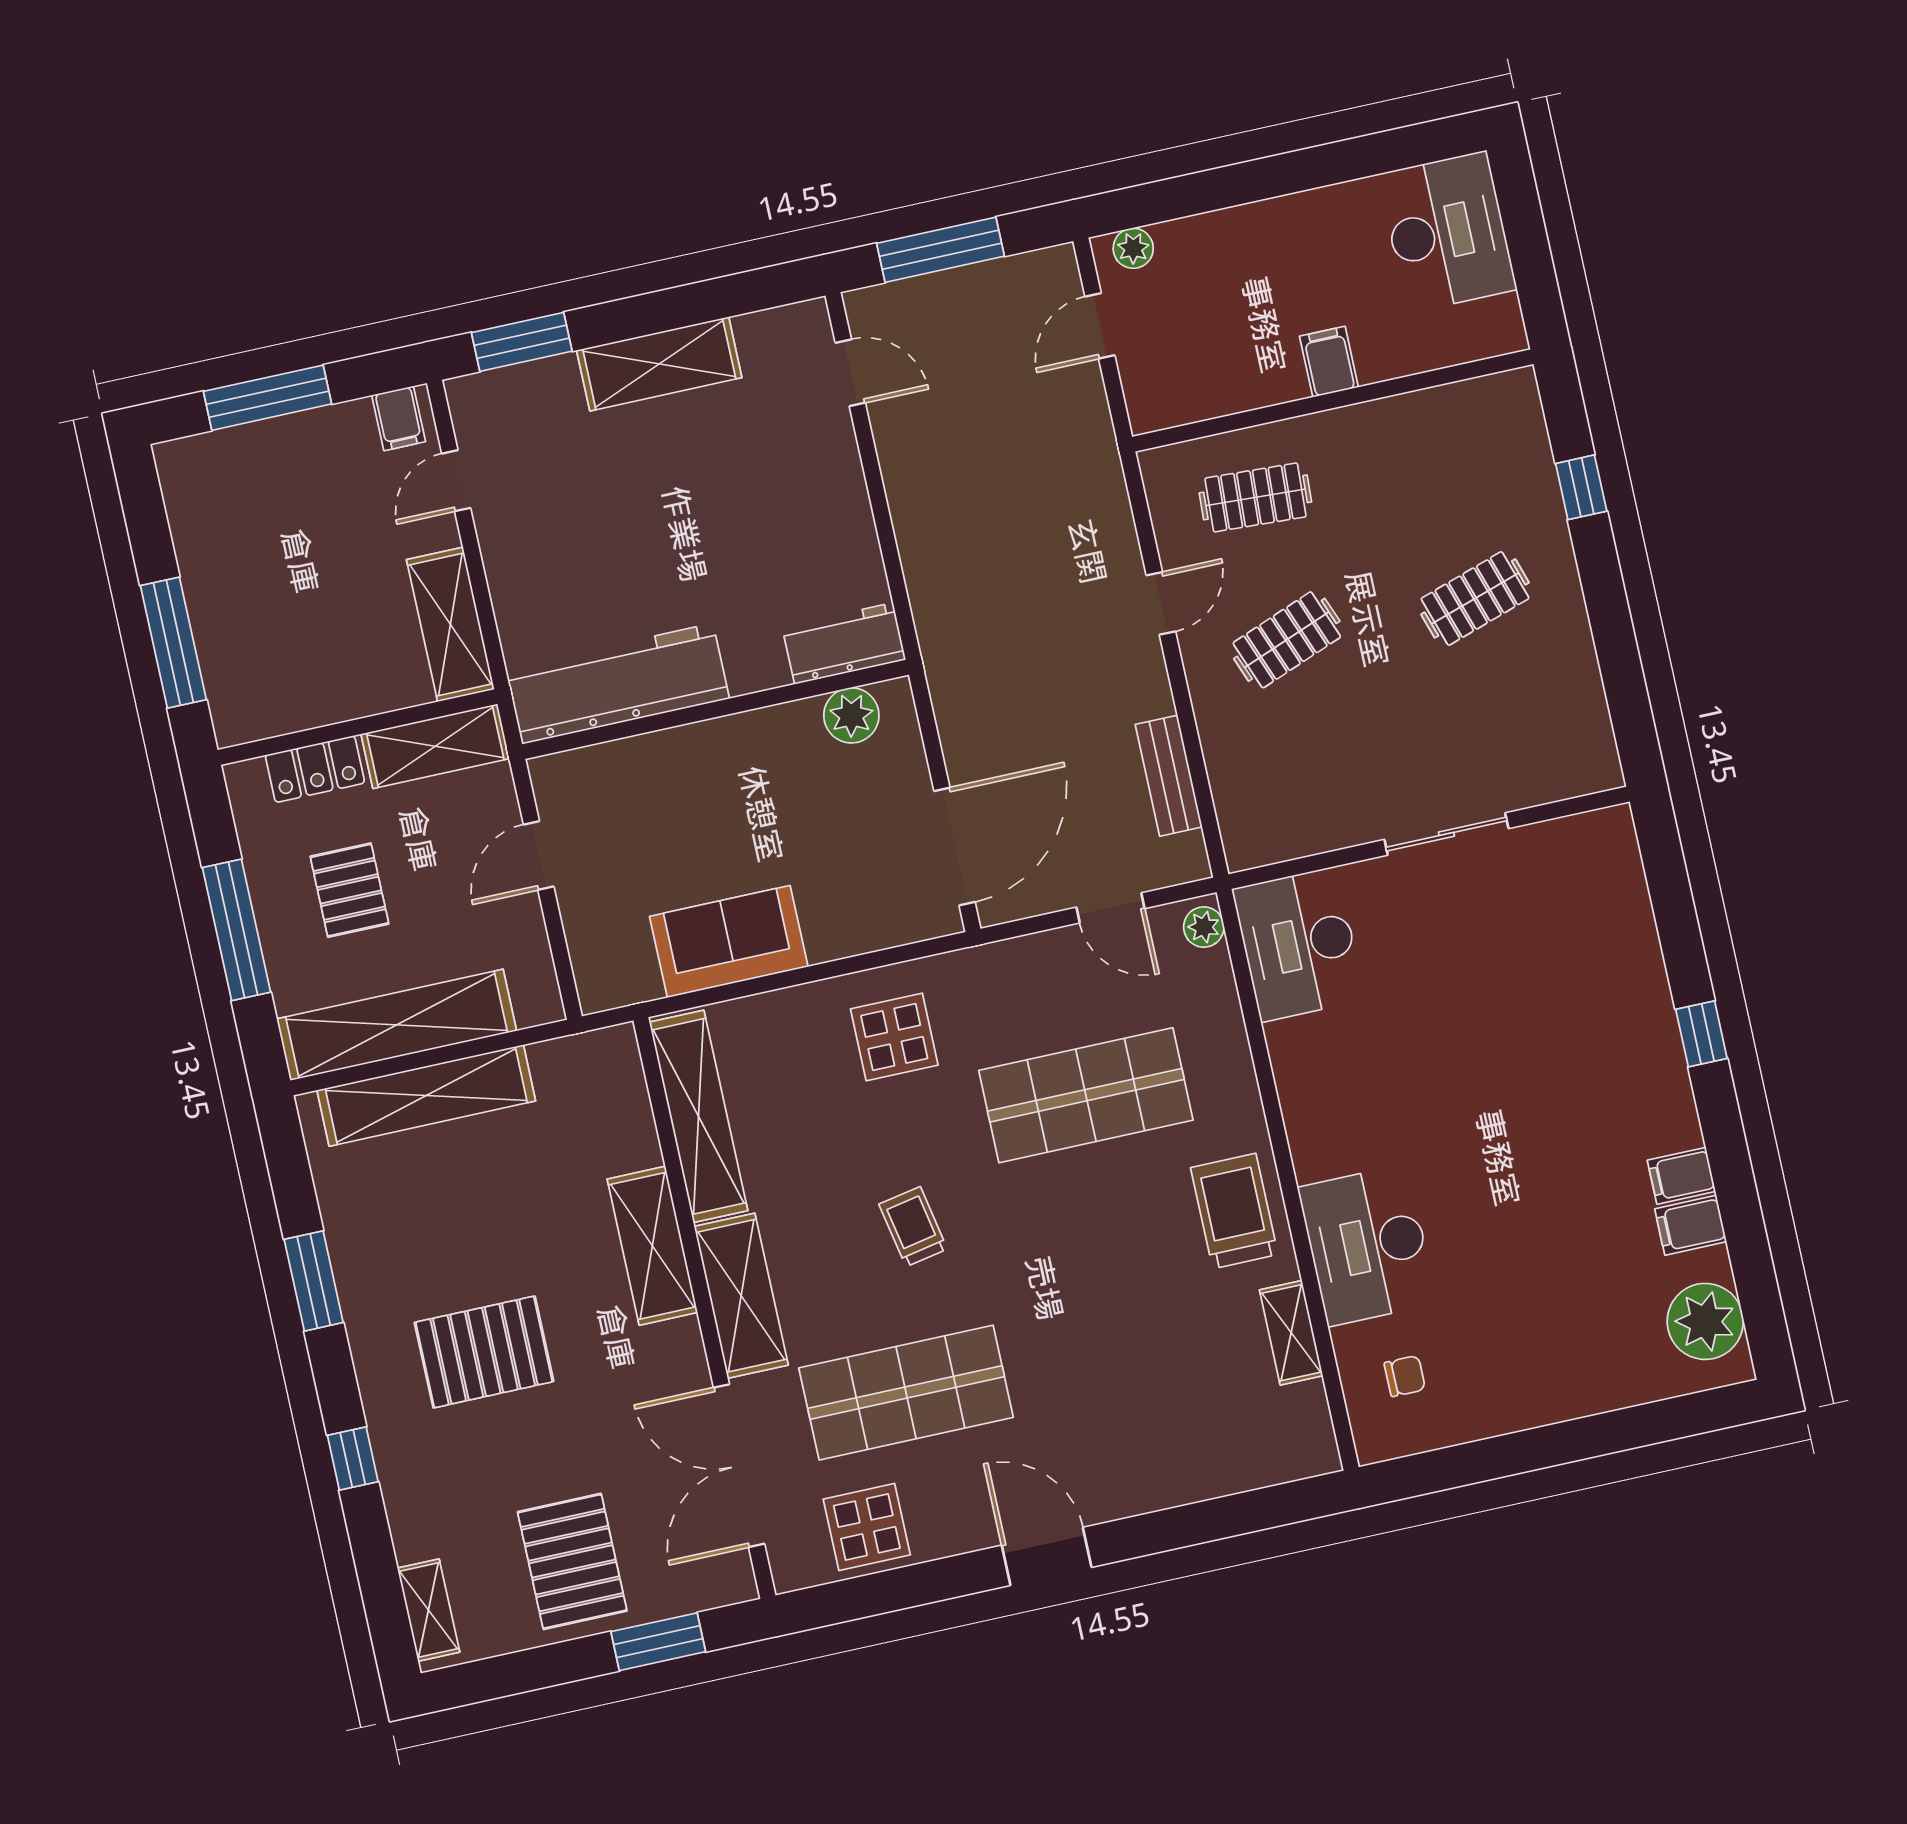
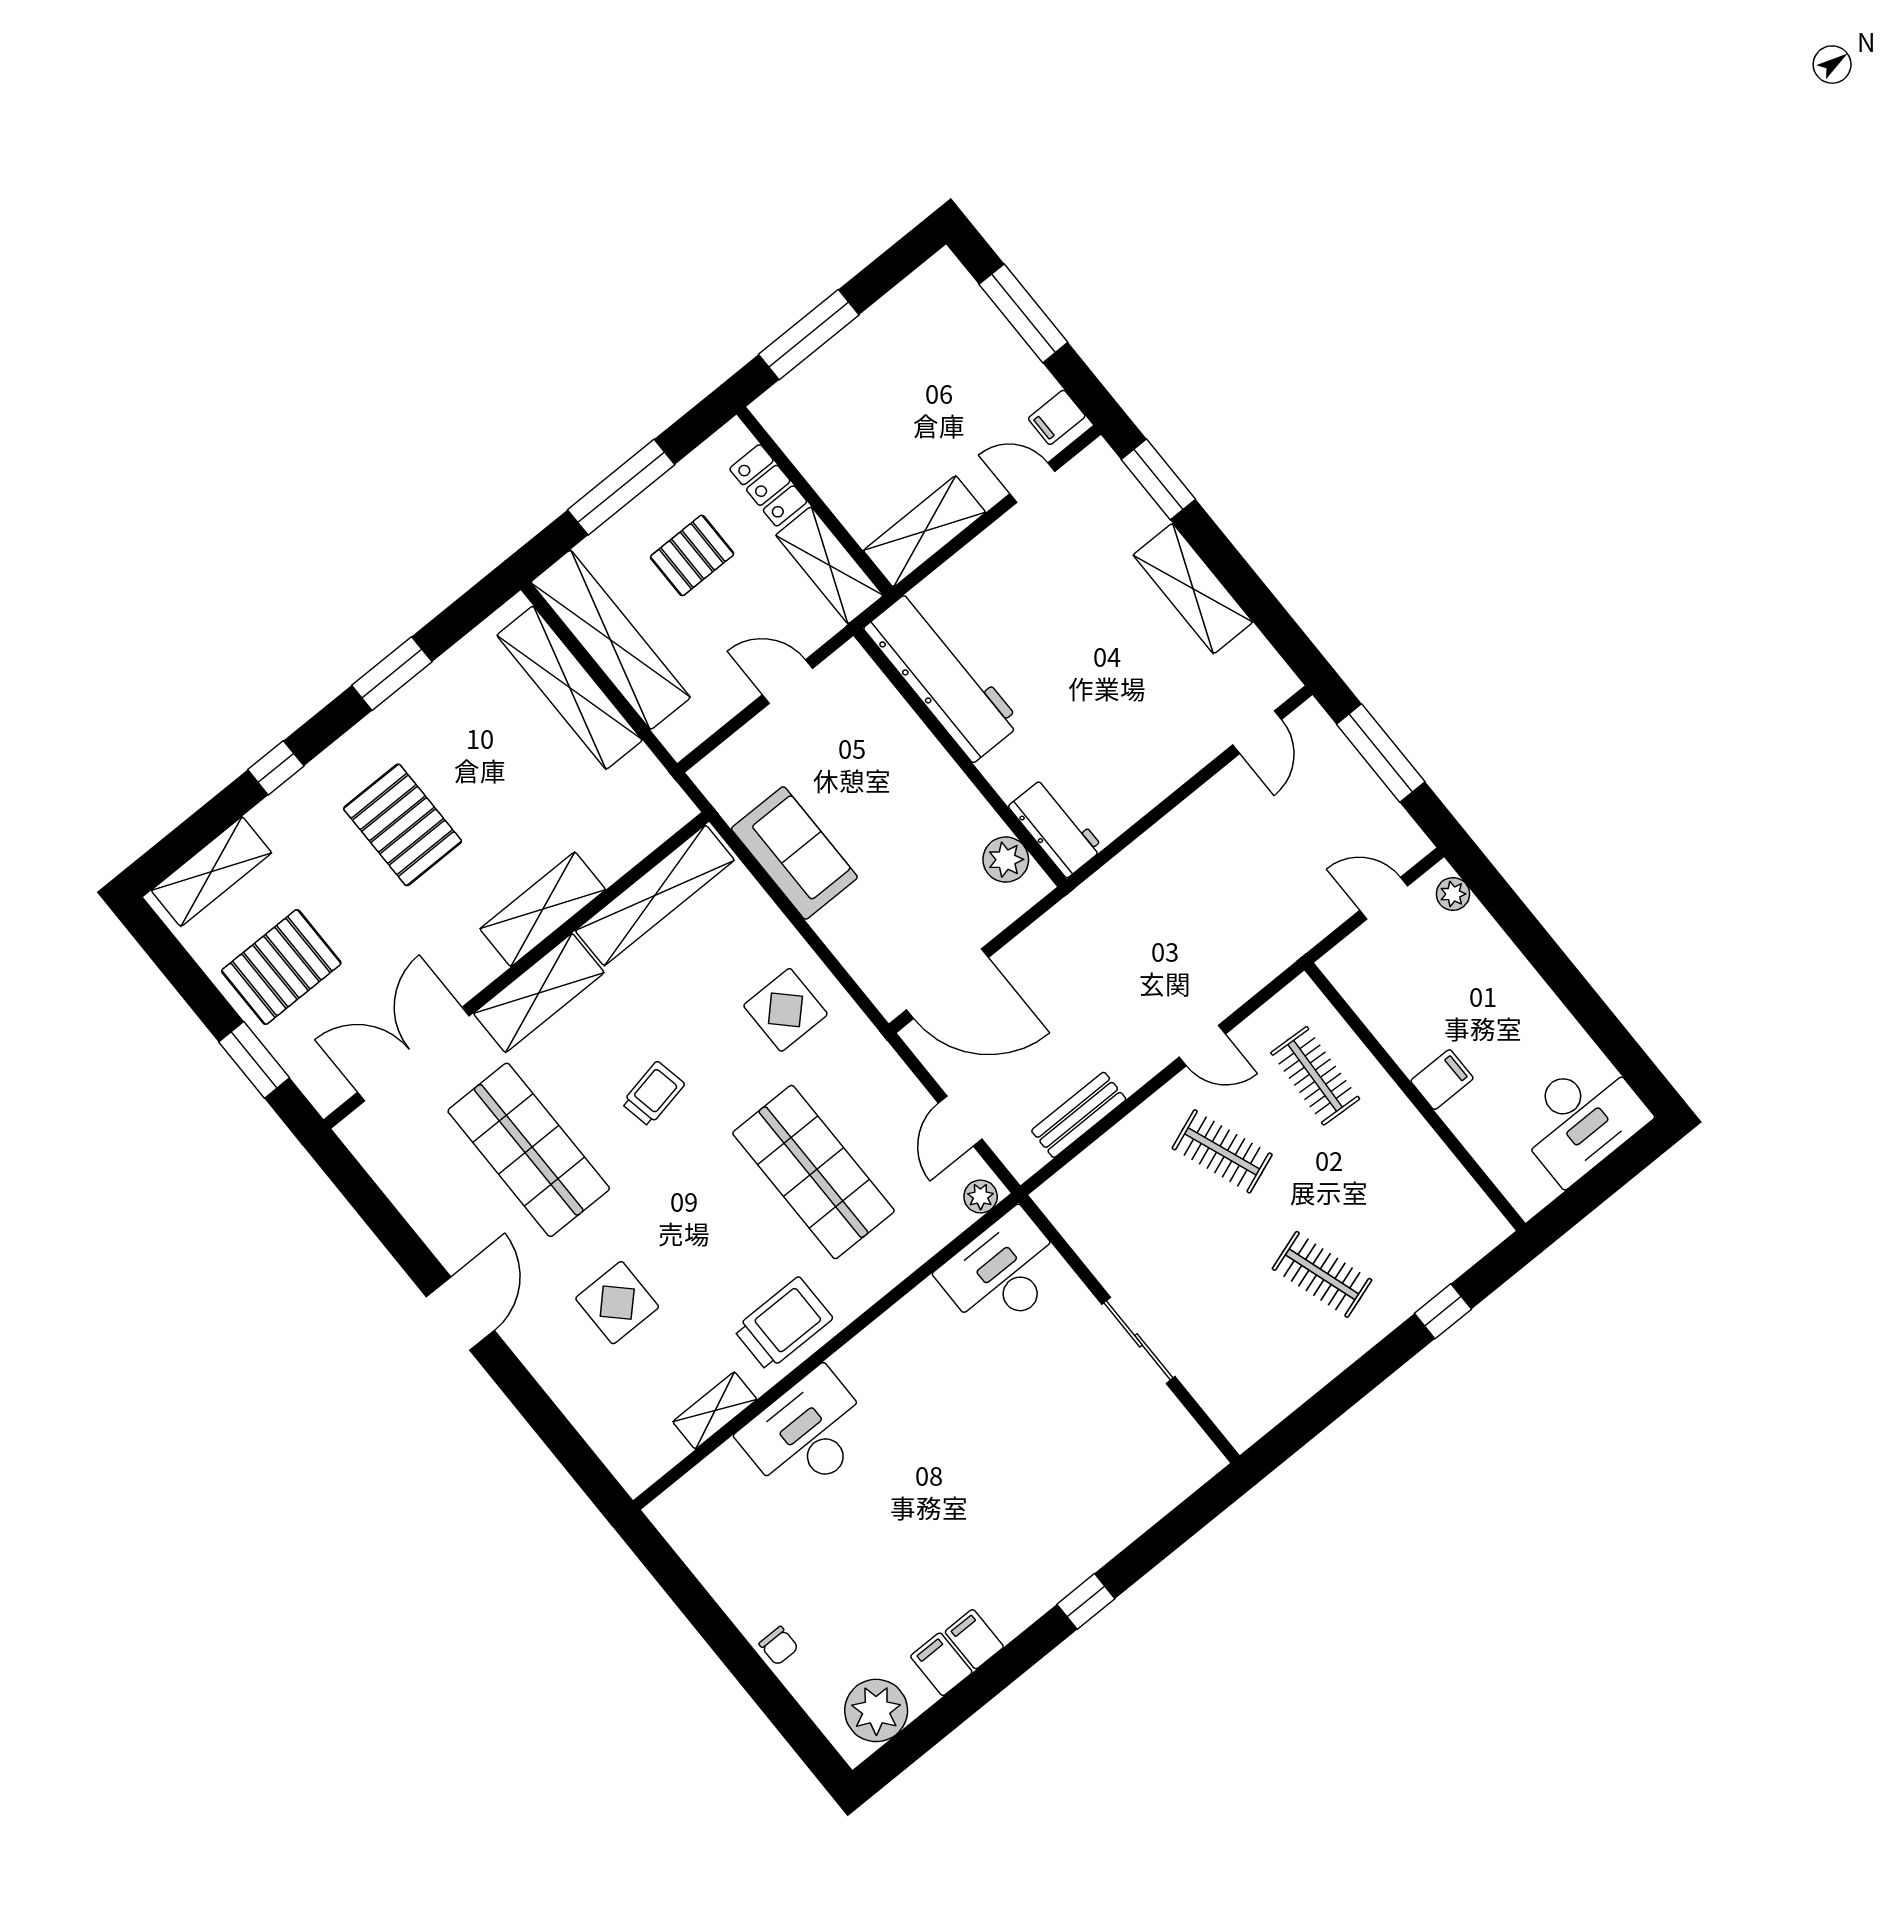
chair: (1405, 1376) -> (779, 1646), moved
display table: (867, 1527) -> (617, 1303), moved
shelving: (428, 1610) -> (211, 872), width x1.50, depth x1.33

